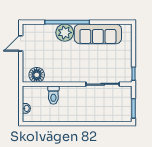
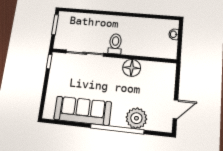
plant: (65, 33) -> (136, 118), moved
floor lamp: (37, 75) -> (132, 68), moved
toilet: (53, 95) -> (115, 44), moved

